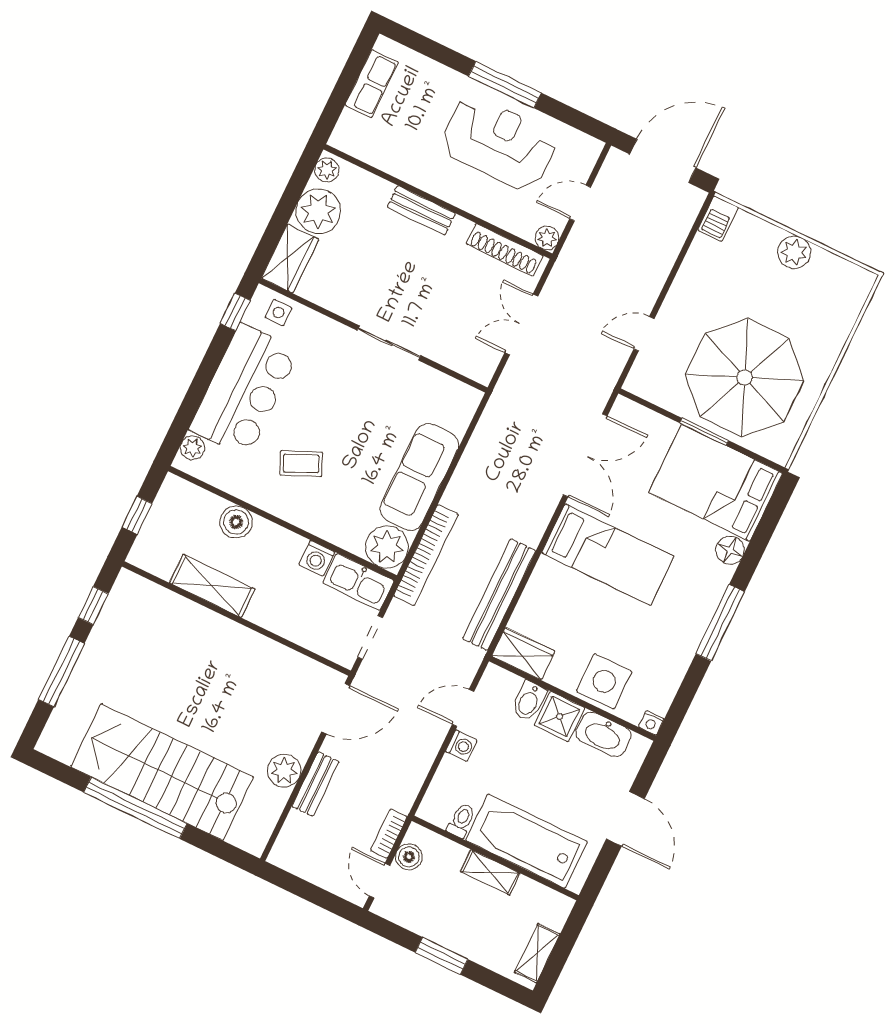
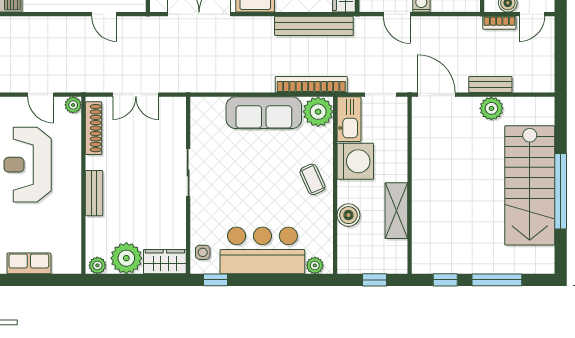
coffee table: (301, 464) -> (312, 179), moved
washing machine: (317, 558) -> (355, 161), width x1.89, depth x1.89

